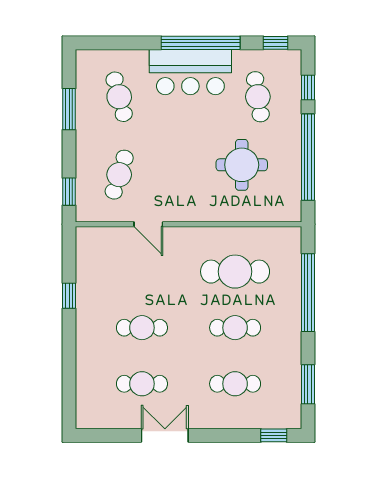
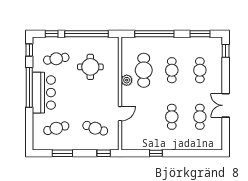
plant: (215, 237) -> (127, 80), added

